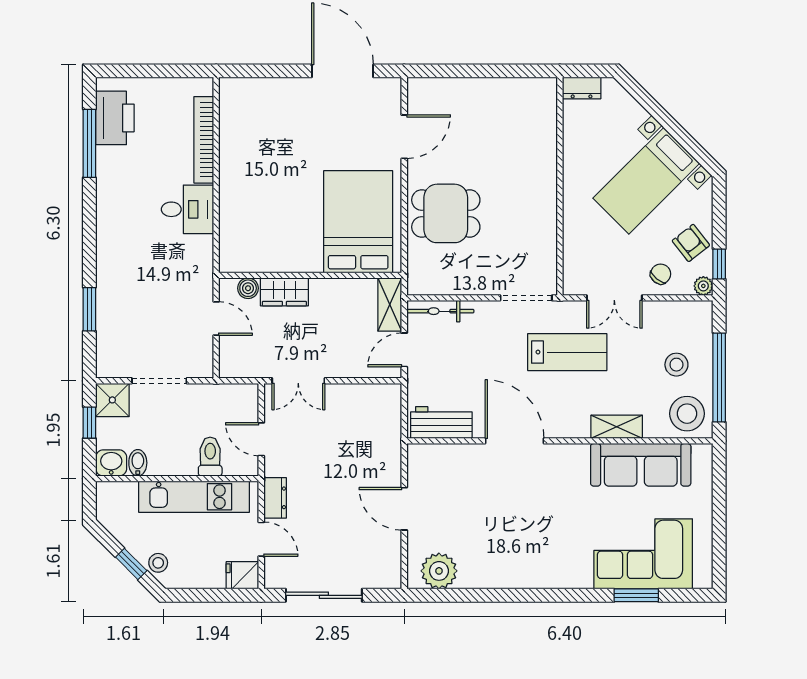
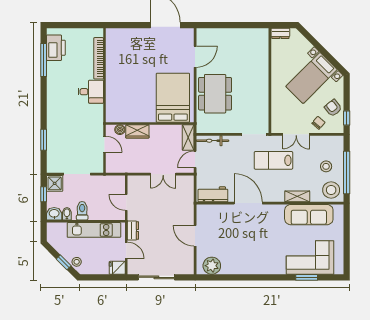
dining table: (446, 213) -> (215, 94), width x1.38
plant: (703, 286) -> (339, 129), removed
lab bench: (567, 352) -> (273, 160), turned 180
double door: (298, 381) -> (163, 174), moved
toilet: (210, 457) -> (82, 211), moved

